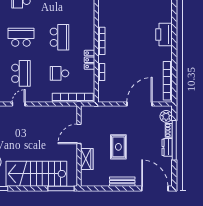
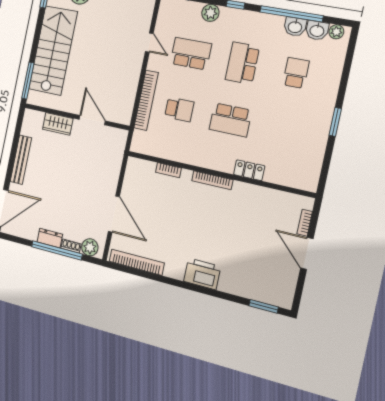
school desk: (21, 37) -> (242, 63), turned 180
locker: (89, 60) -> (249, 170), moved
school desk: (21, 73) -> (191, 54), turned 180
school desk: (59, 73) -> (179, 109), turned 90
bookcase: (73, 98) -> (146, 100), moved
rug: (118, 147) -> (64, 171), removed
bench: (122, 182) -> (21, 160), width x1.36

